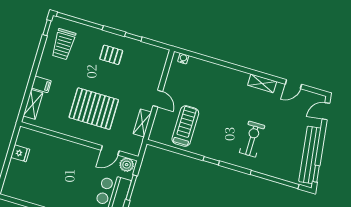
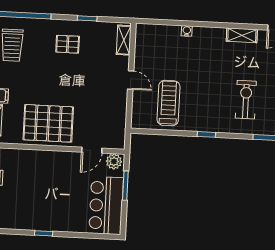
water cooler: (183, 58) -> (187, 31), moved
pallet: (94, 109) -> (48, 123), moved
shelving: (142, 123) -> (124, 40), moved

